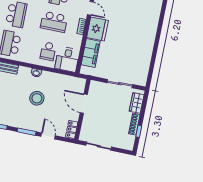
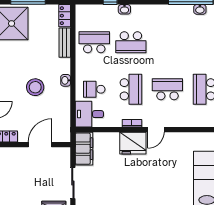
school desk: (54, 22) -> (131, 89), turned 180
filing cabinet: (91, 53) -> (84, 149), moved, turned -90

